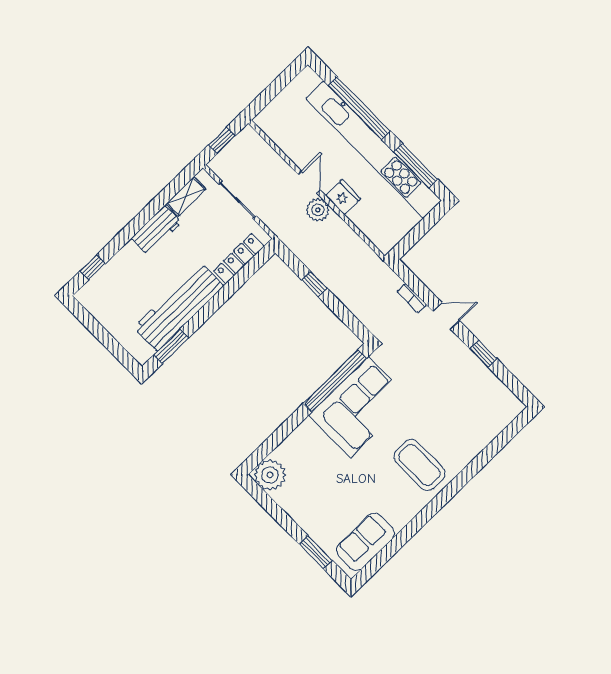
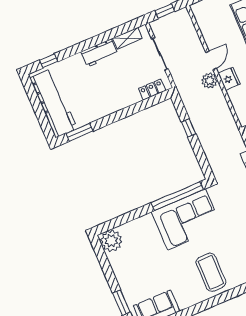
locker: (239, 259) -> (152, 90), width x0.66
workbench: (179, 307) -> (53, 103), moved, turned 90

